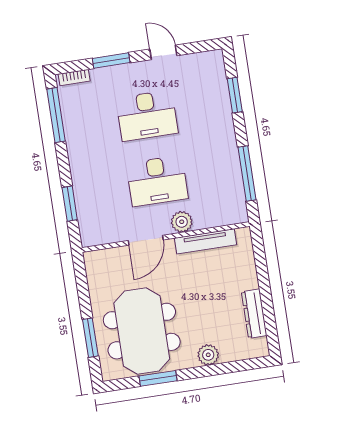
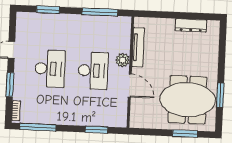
plant: (208, 355) -> (211, 60), removed

